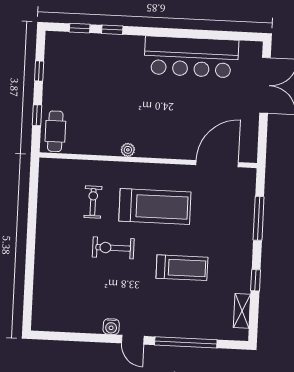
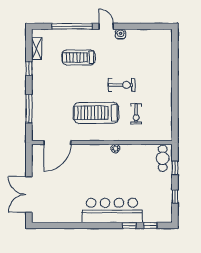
bar counter: (191, 57) -> (112, 210), moved
treadmill: (182, 268) -> (78, 57), moved

